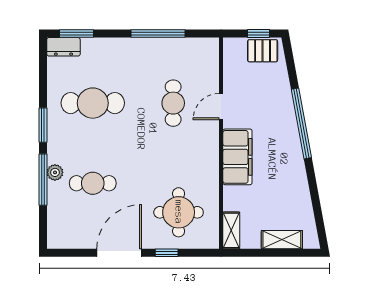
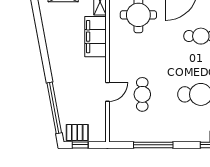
window: (301, 123) -> (54, 108), moved
filing cabinet: (237, 157) -> (95, 37), moved

